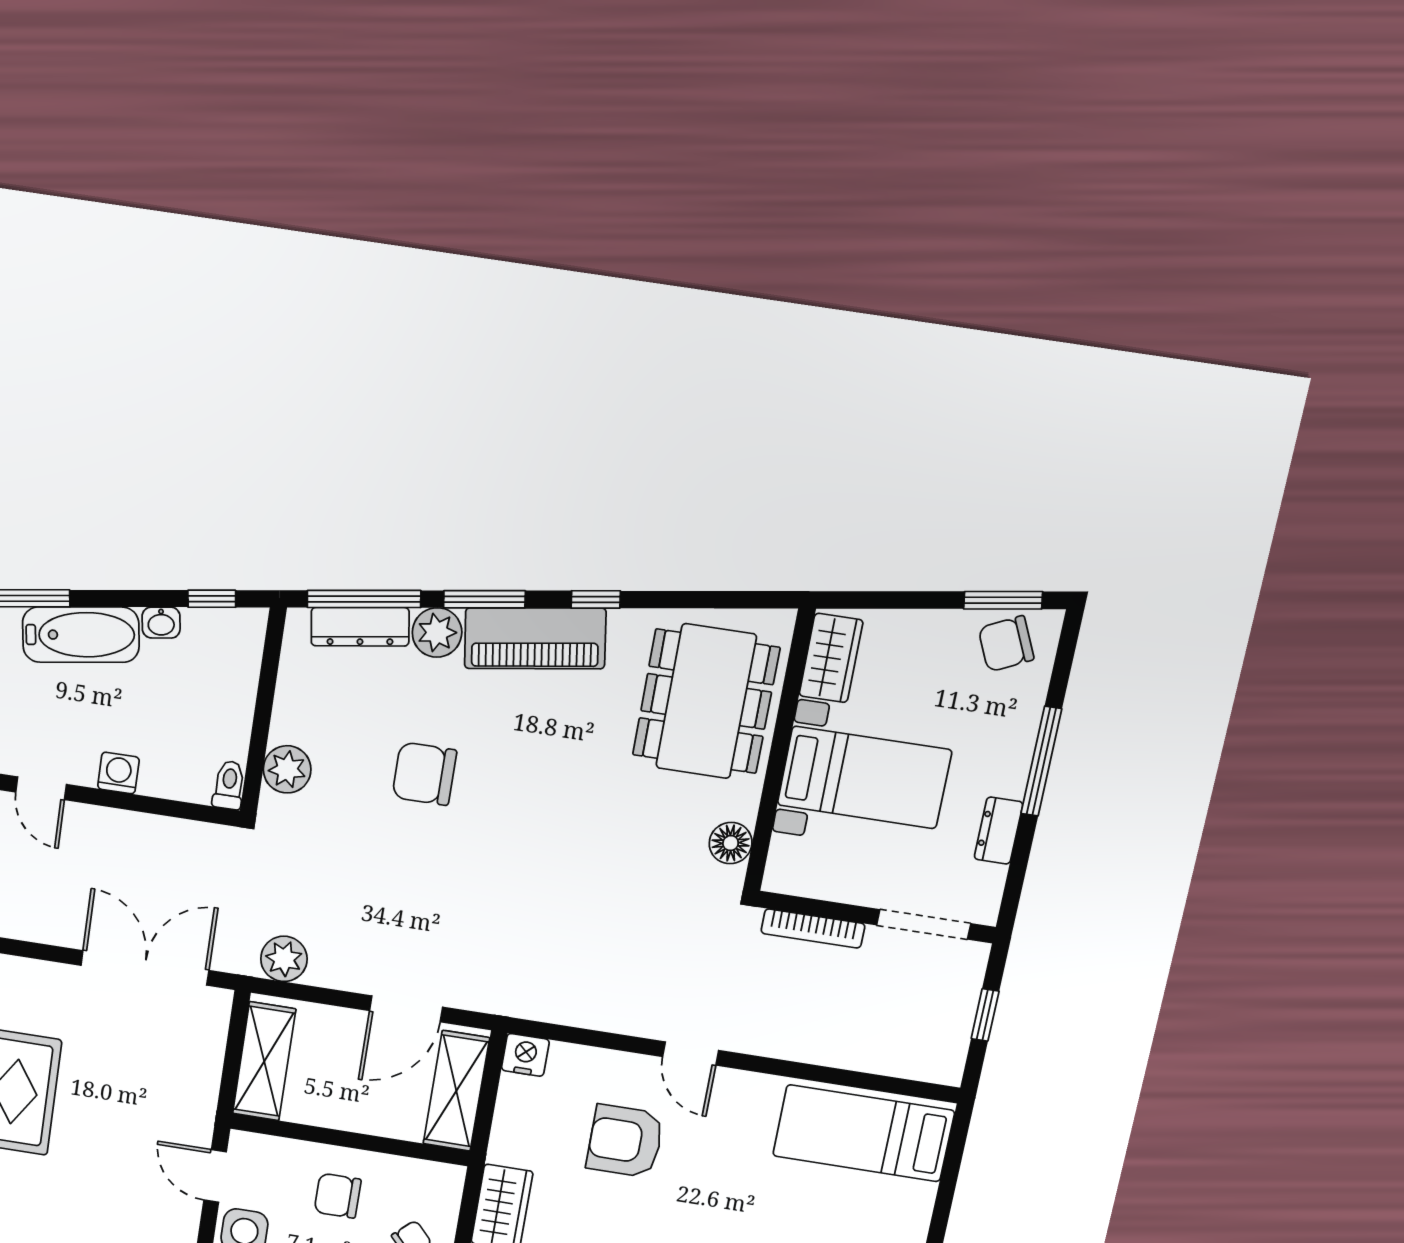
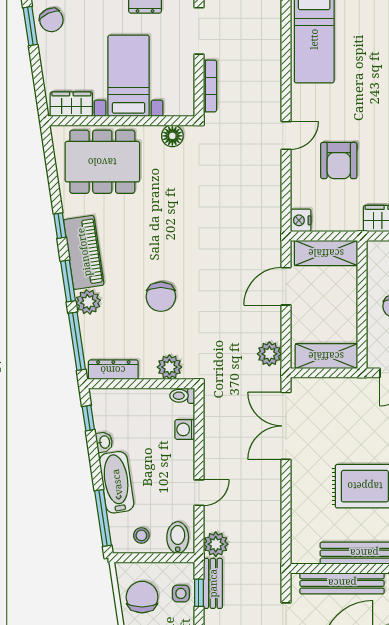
dresser: (360, 627) -> (113, 370), moved, turned -82
washing machine: (118, 773) -> (185, 429), moved
door: (406, 1009) -> (286, 286), swing flipped

